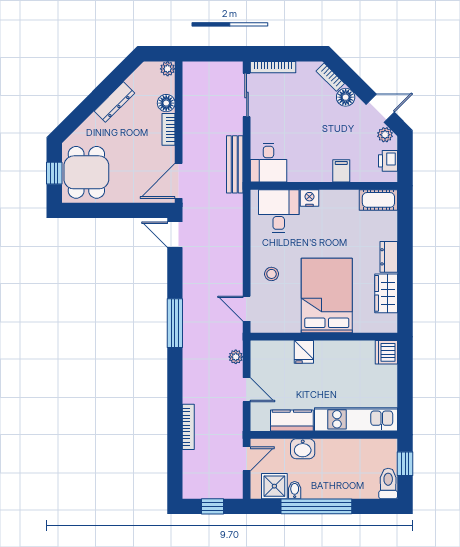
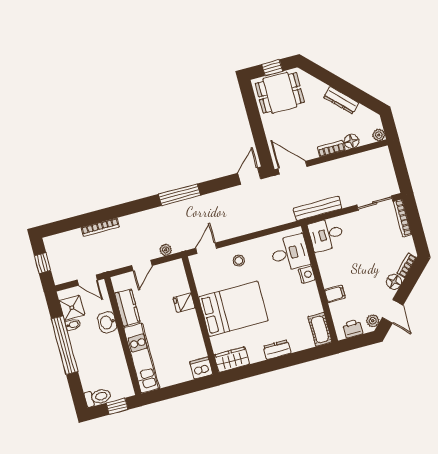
wardrobe: (386, 293) -> (232, 360), moved

